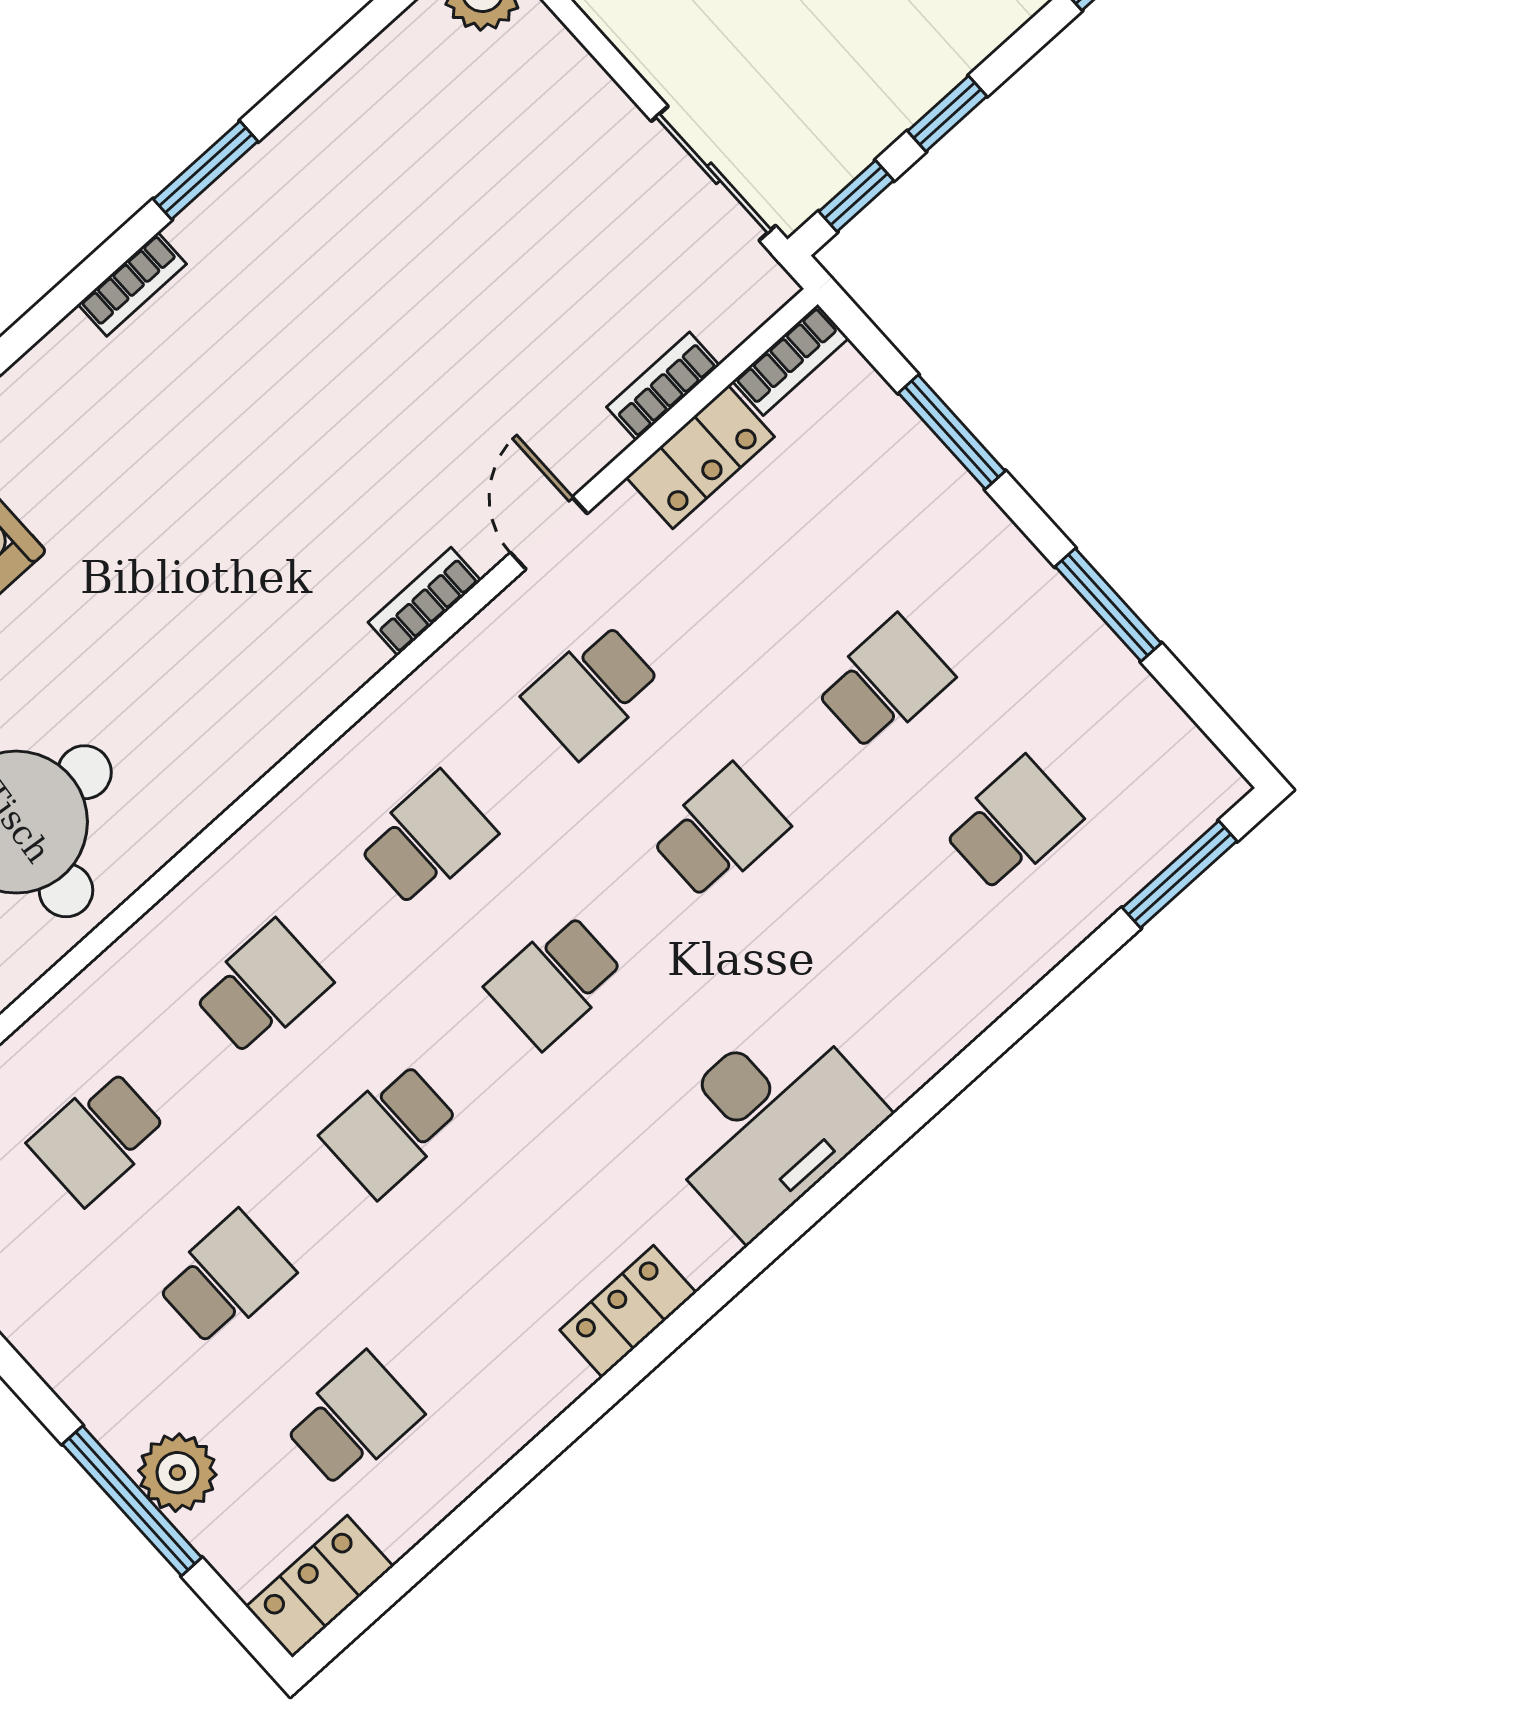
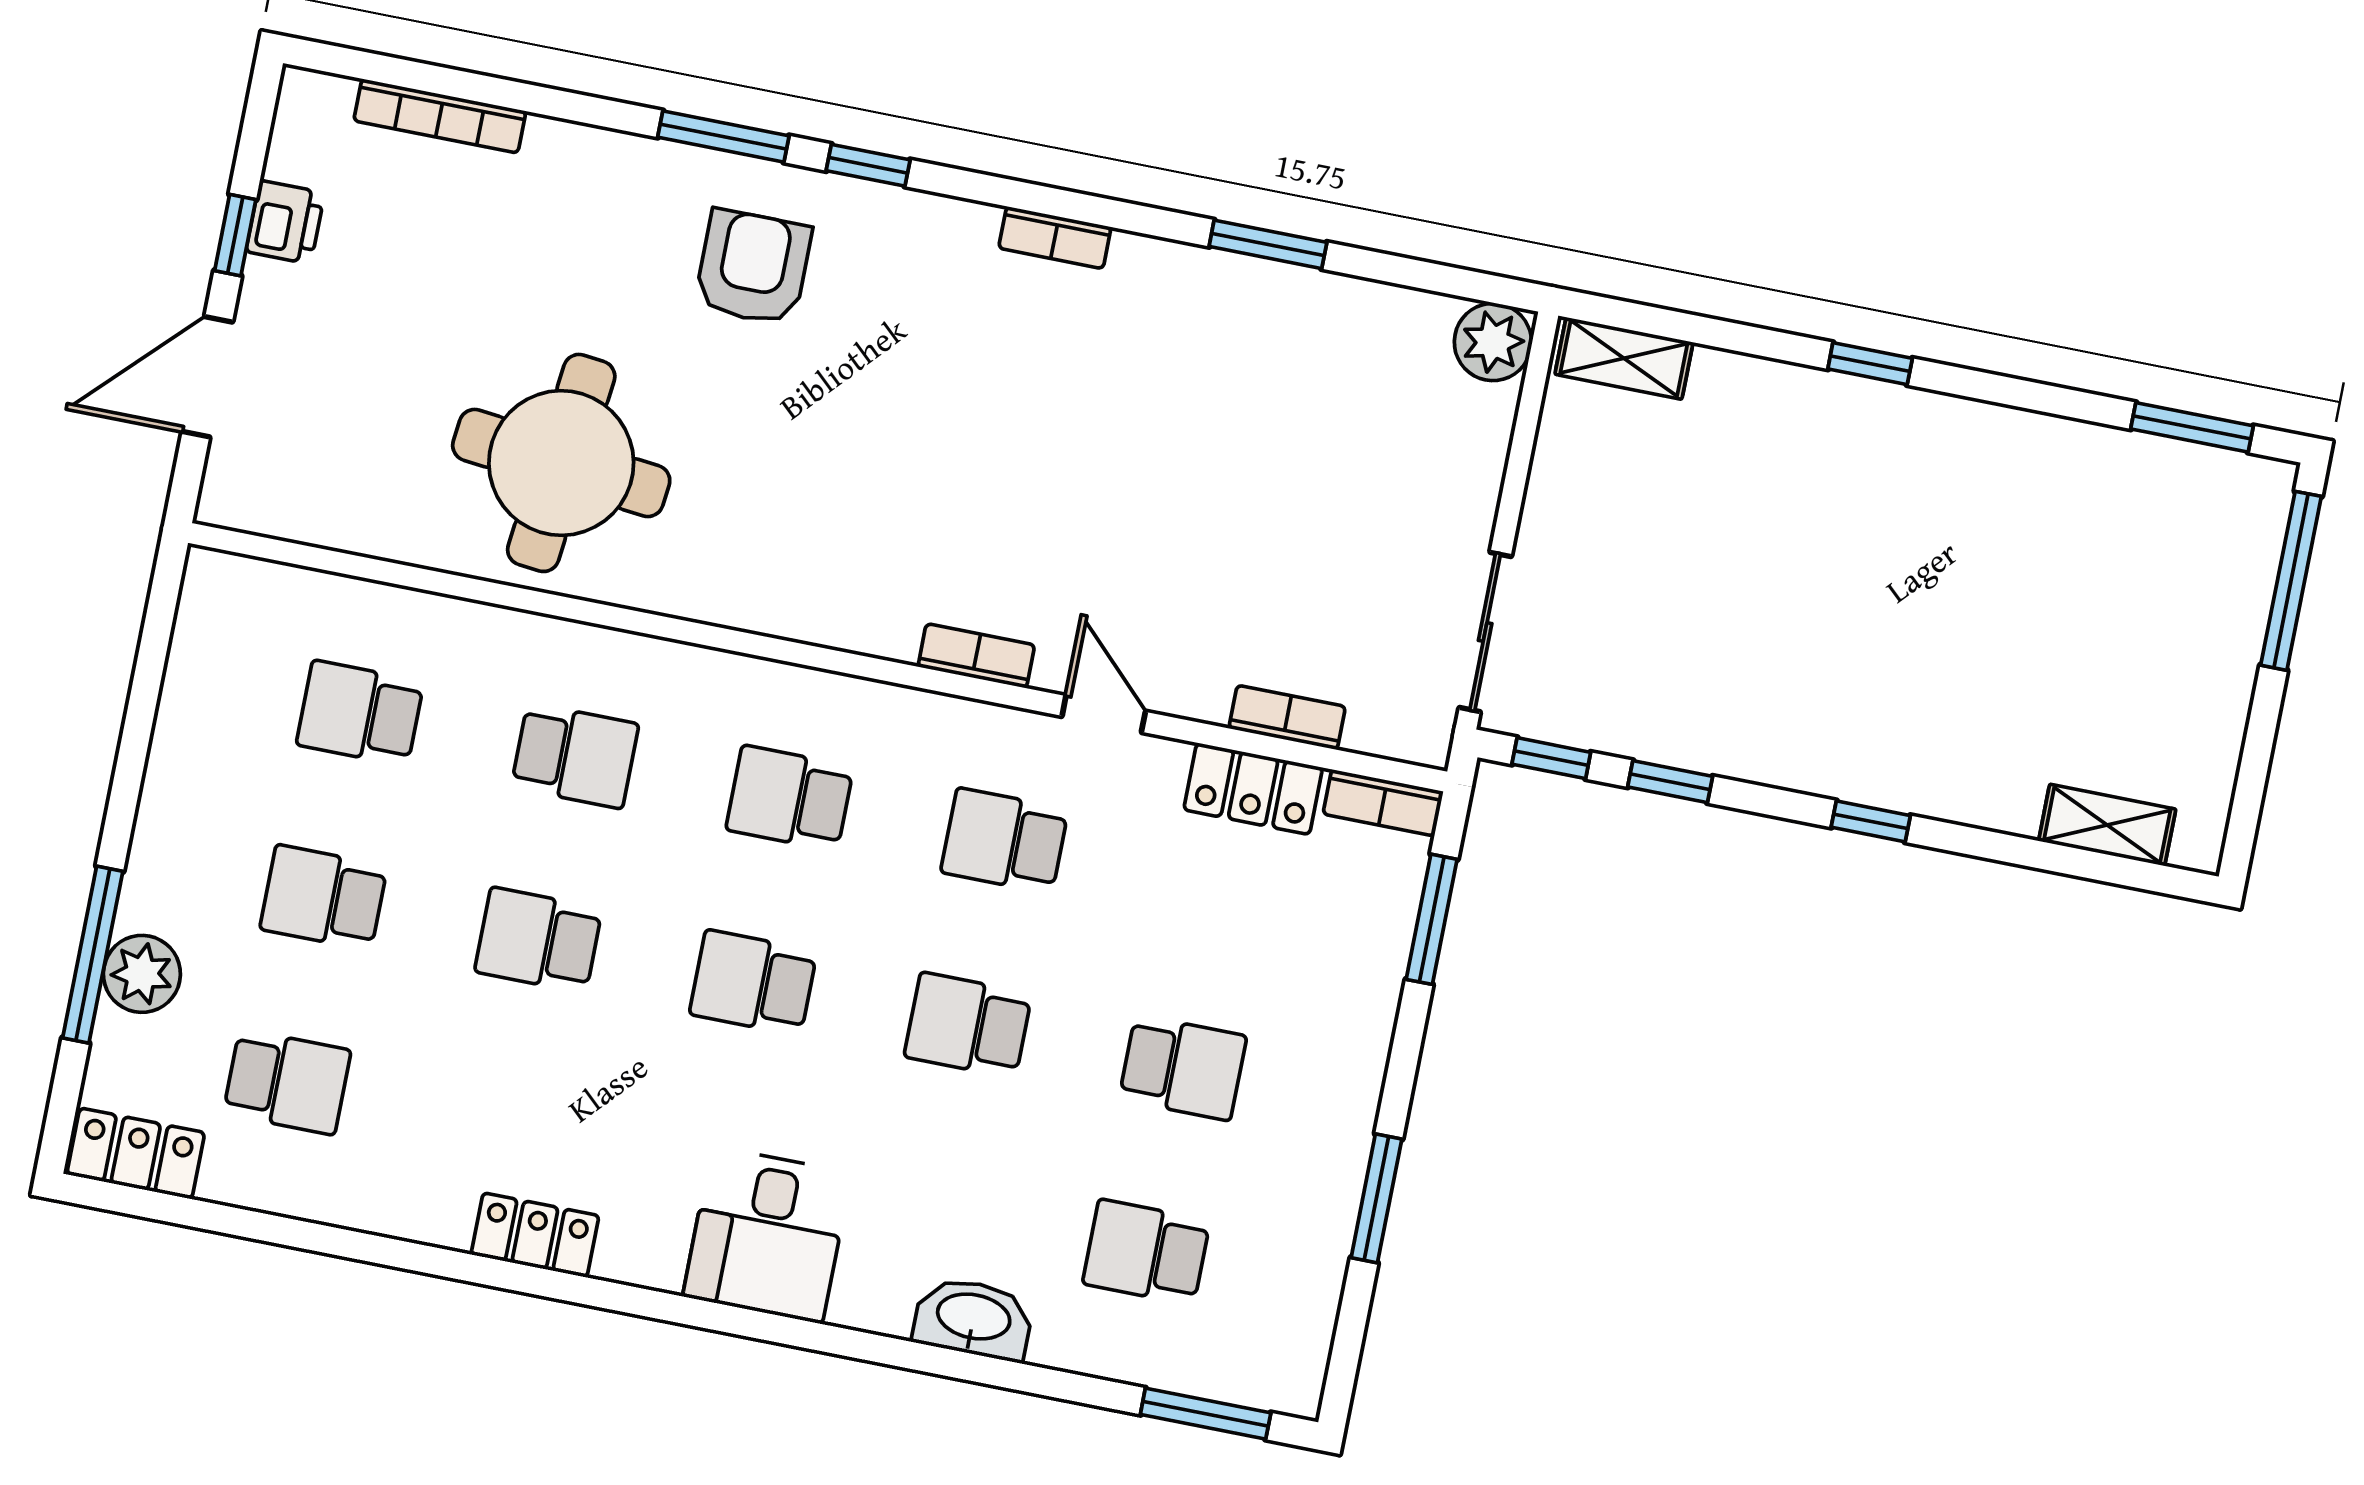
window: (206, 170) -> (1268, 244), moved
window: (952, 432) -> (1432, 919), moved
door: (549, 533) -> (1104, 714), hinge flipped
school desk: (1012, 825) -> (1146, 1252), turned 180
school desk: (720, 832) -> (968, 1025), turned 180
school desk: (427, 839) -> (790, 798), turned 180
washbasin: (962, 1006) -> (973, 1319), added
desk: (768, 1122) -> (767, 1235), width x0.73
school desk: (226, 1279) -> (324, 898), turned 180

